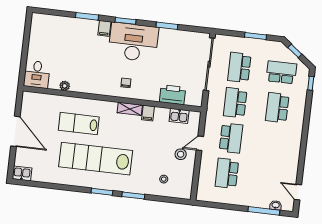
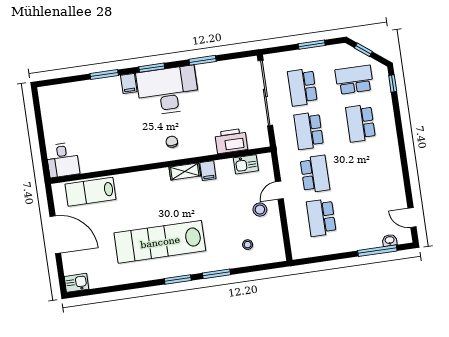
plant: (65, 86) -> (100, 165), removed
lab bench: (79, 124) -> (90, 192), moved

